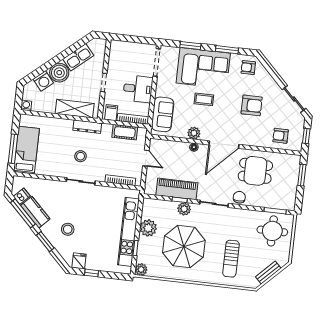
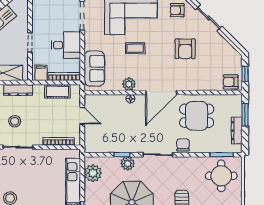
sliding door: (294, 99) -> (209, 18), moved
armchair: (252, 105) -> (185, 49), turned 90
armchair: (281, 136) -> (231, 82), moved
piano: (177, 189) -> (118, 144), removed
dresser: (292, 189) -> (237, 131), added
plant: (148, 228) -> (93, 173), moved

